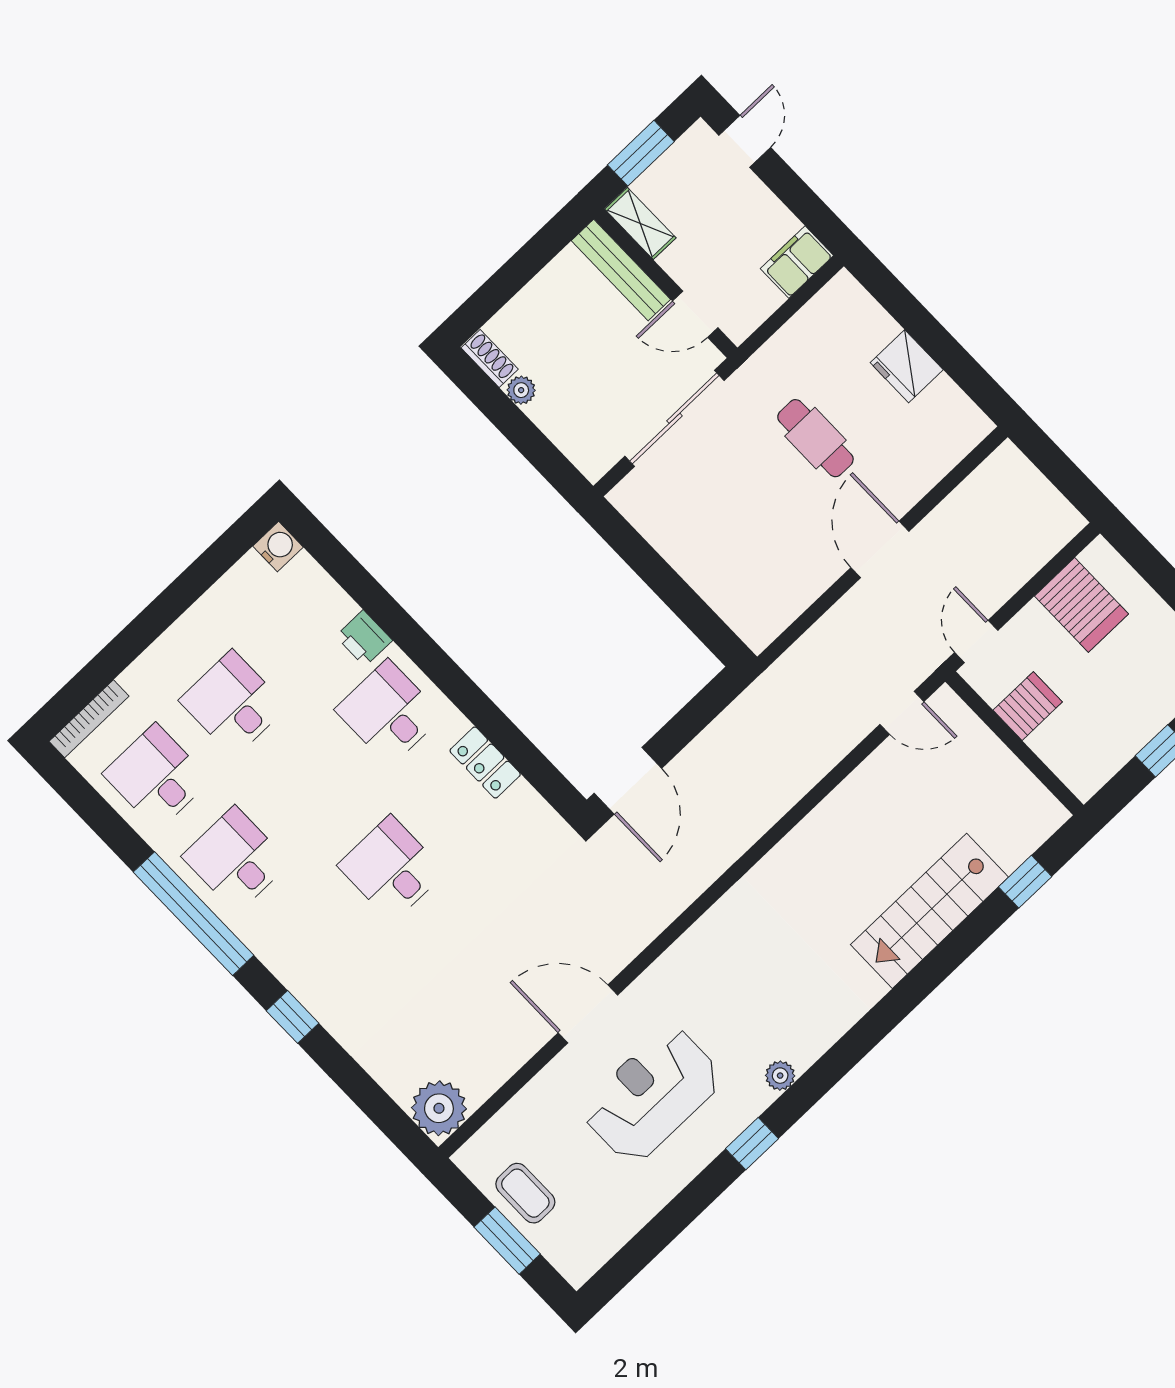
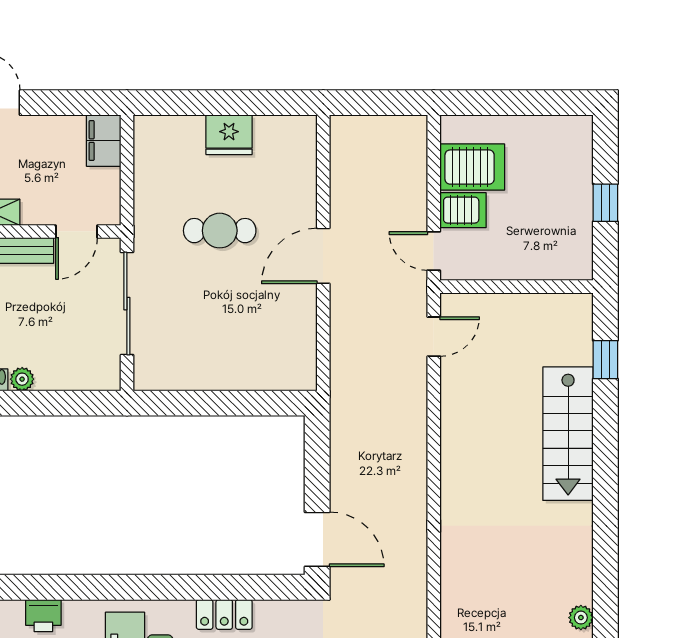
door: (880, 549) -> (323, 256), hinge flipped
printer: (364, 638) -> (43, 616), moved
server rack: (1028, 706) -> (463, 210), moved, turned 90

